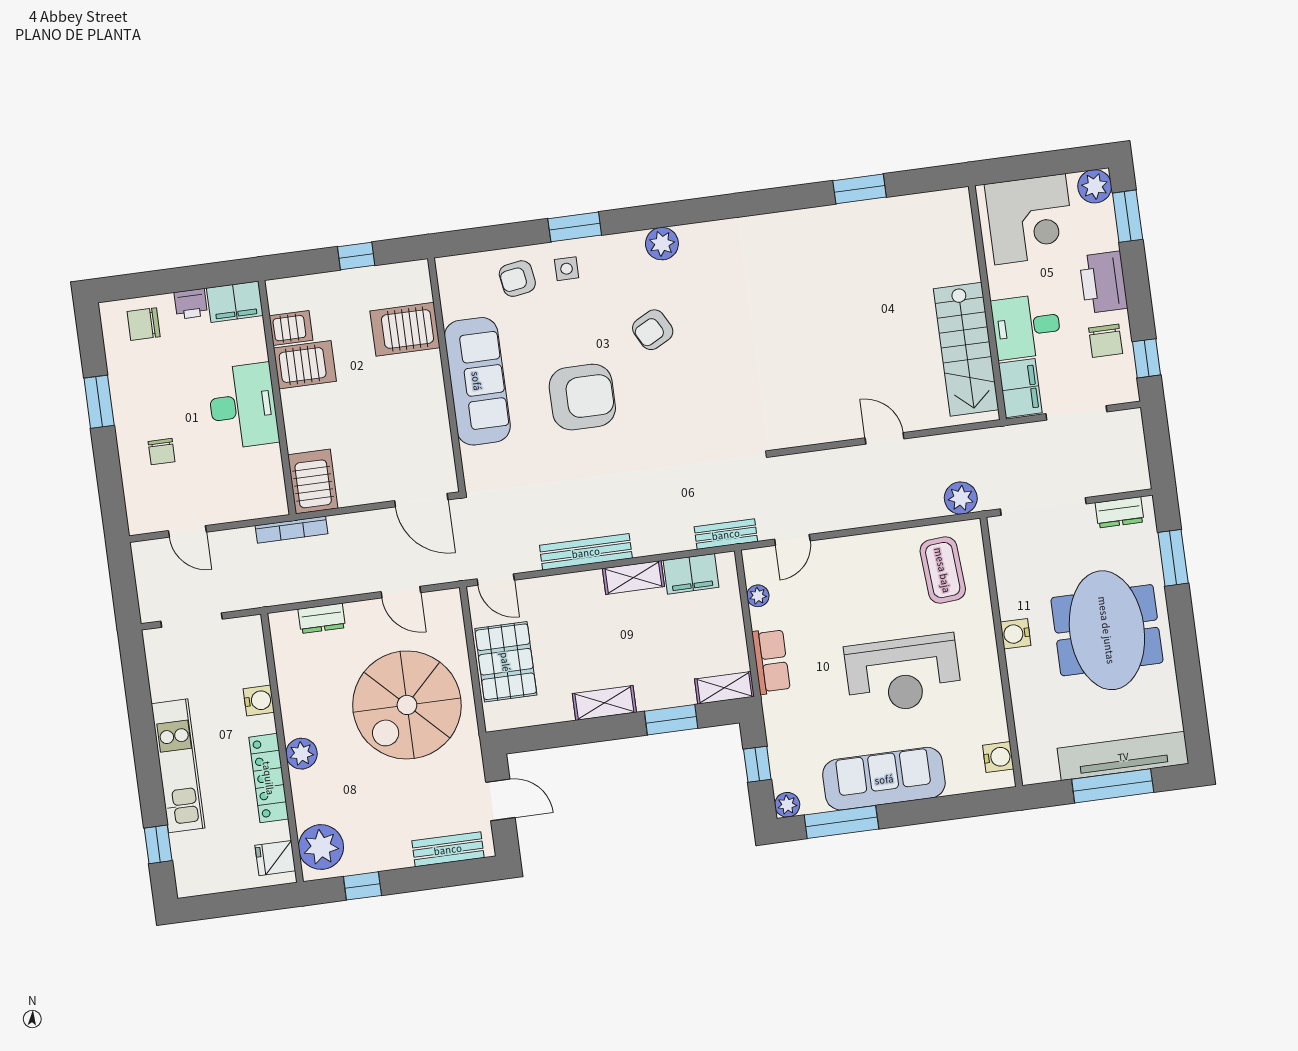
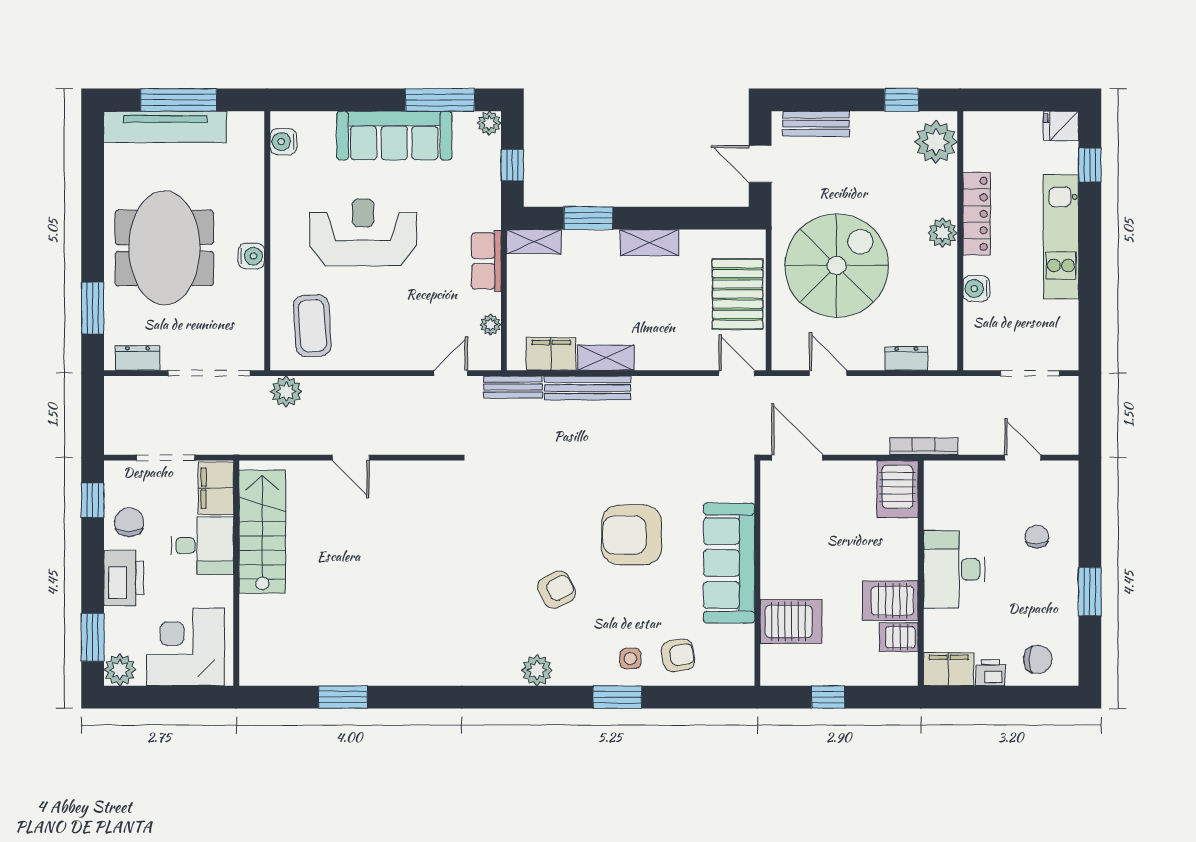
bench: (586, 552) -> (587, 388), moved
fridge: (275, 858) -> (1061, 126), moved, turned 180

